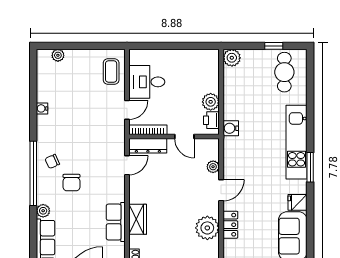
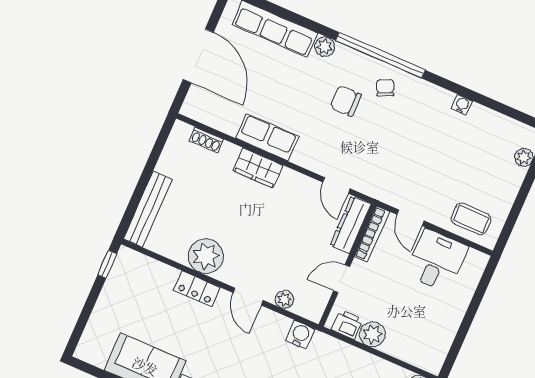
water cooler: (231, 128) -> (300, 335), moved

